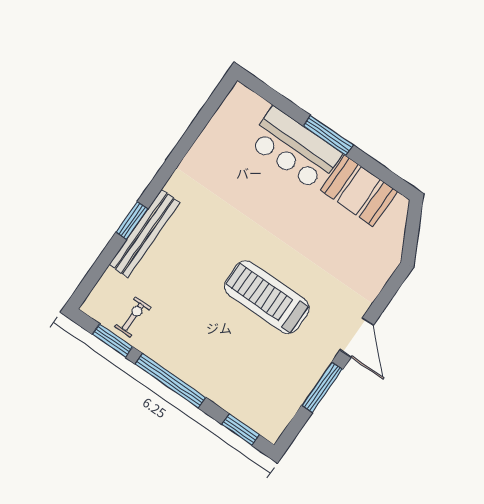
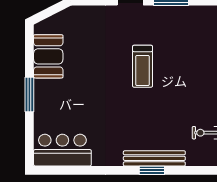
bar counter: (295, 149) -> (62, 150), moved, turned -90
treadmill: (267, 297) -> (143, 66), width x0.73, depth x0.73

